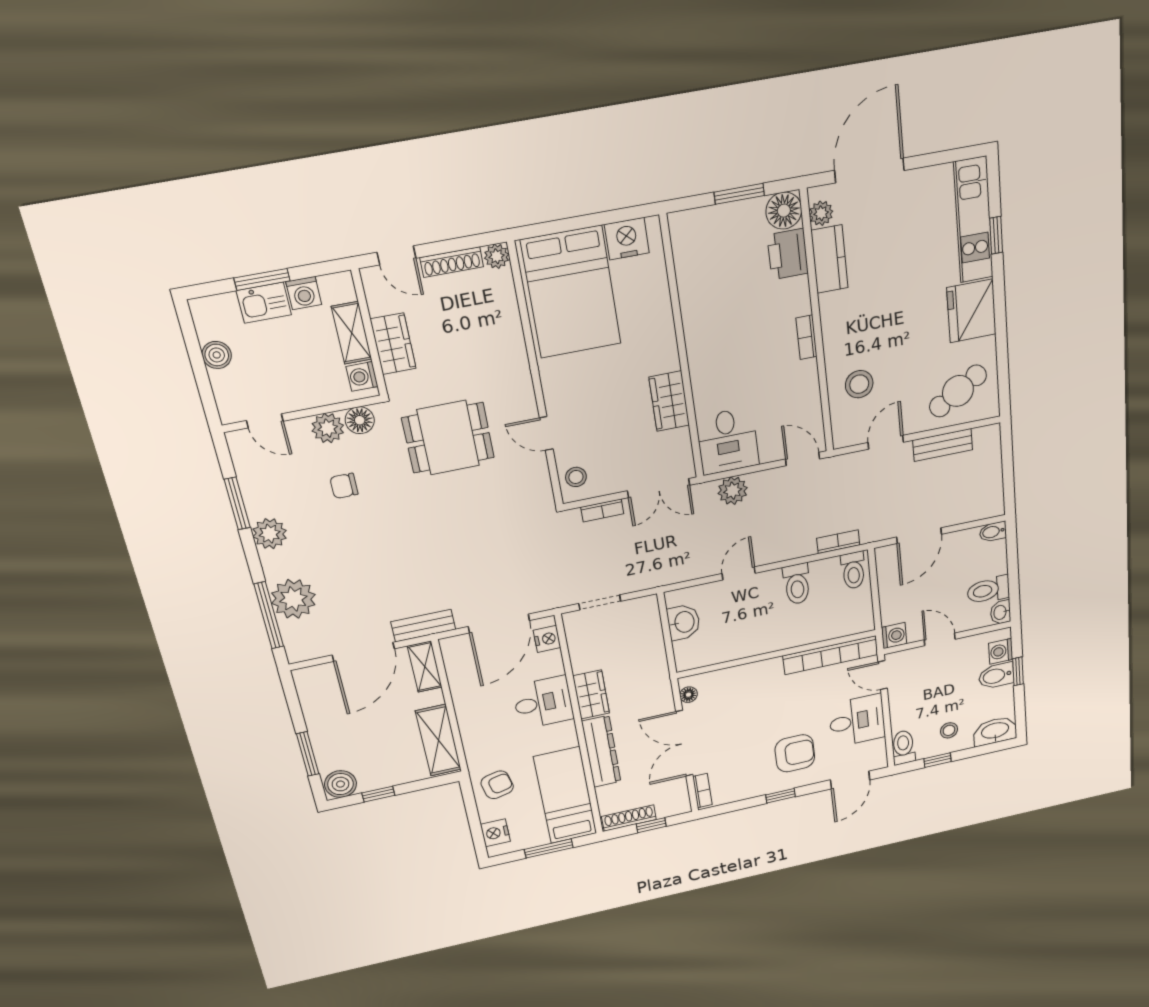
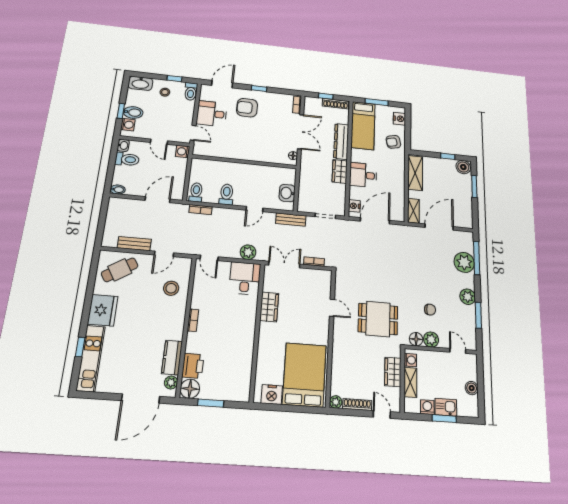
stool: (576, 477) -> (323, 282), removed
bench: (423, 626) -> (291, 220), moved
bookcase: (831, 655) -> (218, 152), removed

